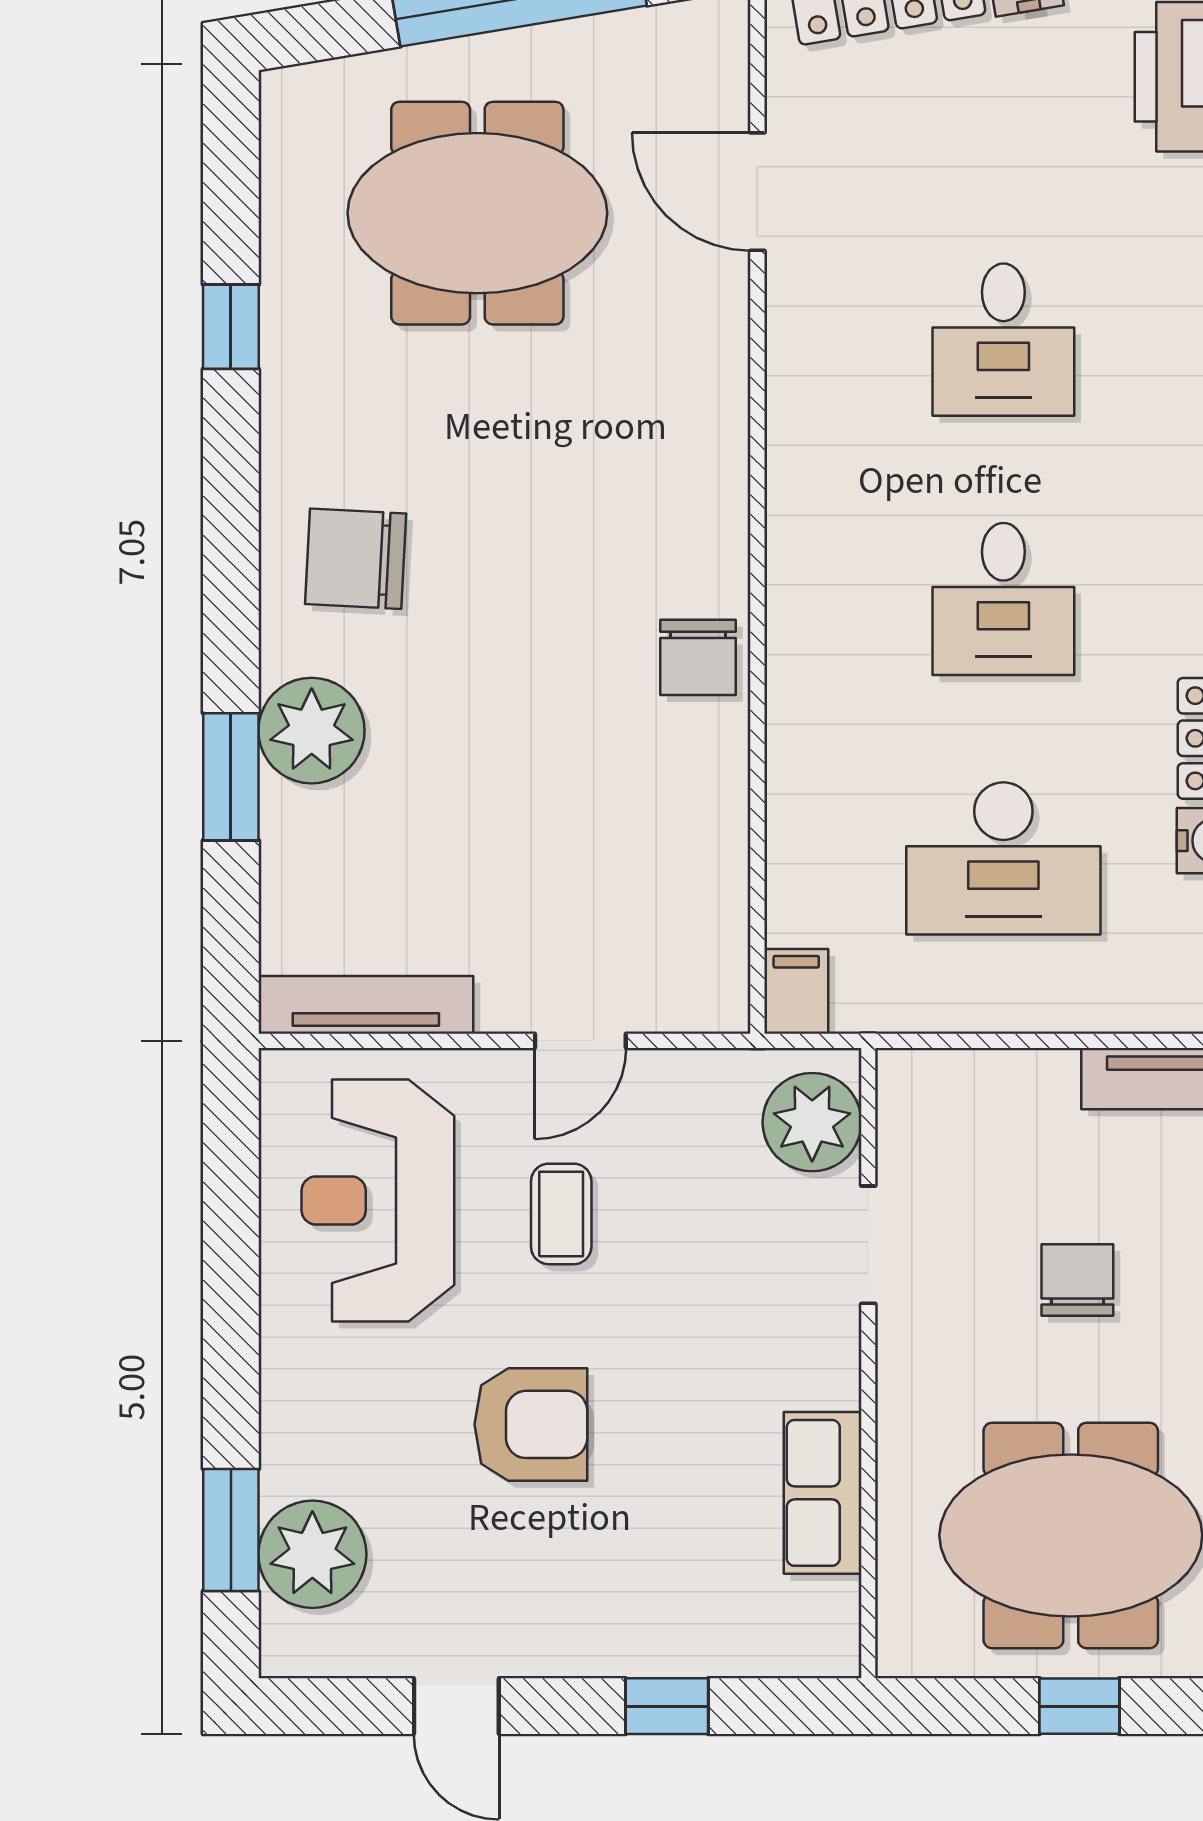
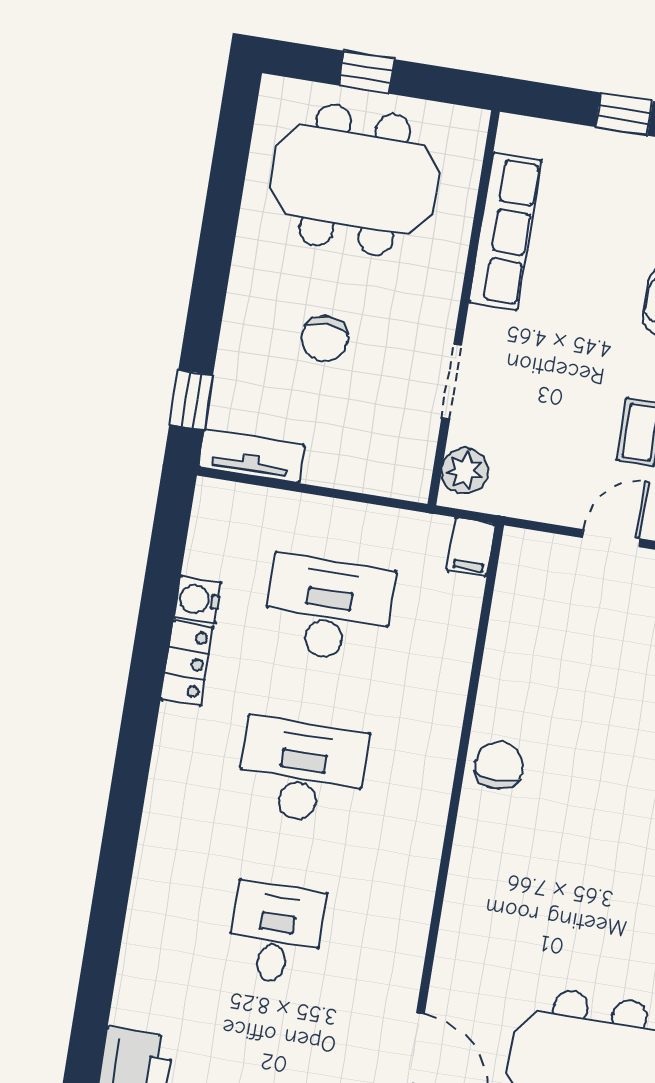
desk: (1003, 599) -> (302, 771), width x1.37
plant: (812, 1122) -> (465, 471), width x0.73, depth x0.73
row of seats: (823, 1493) -> (505, 231), width x1.48

